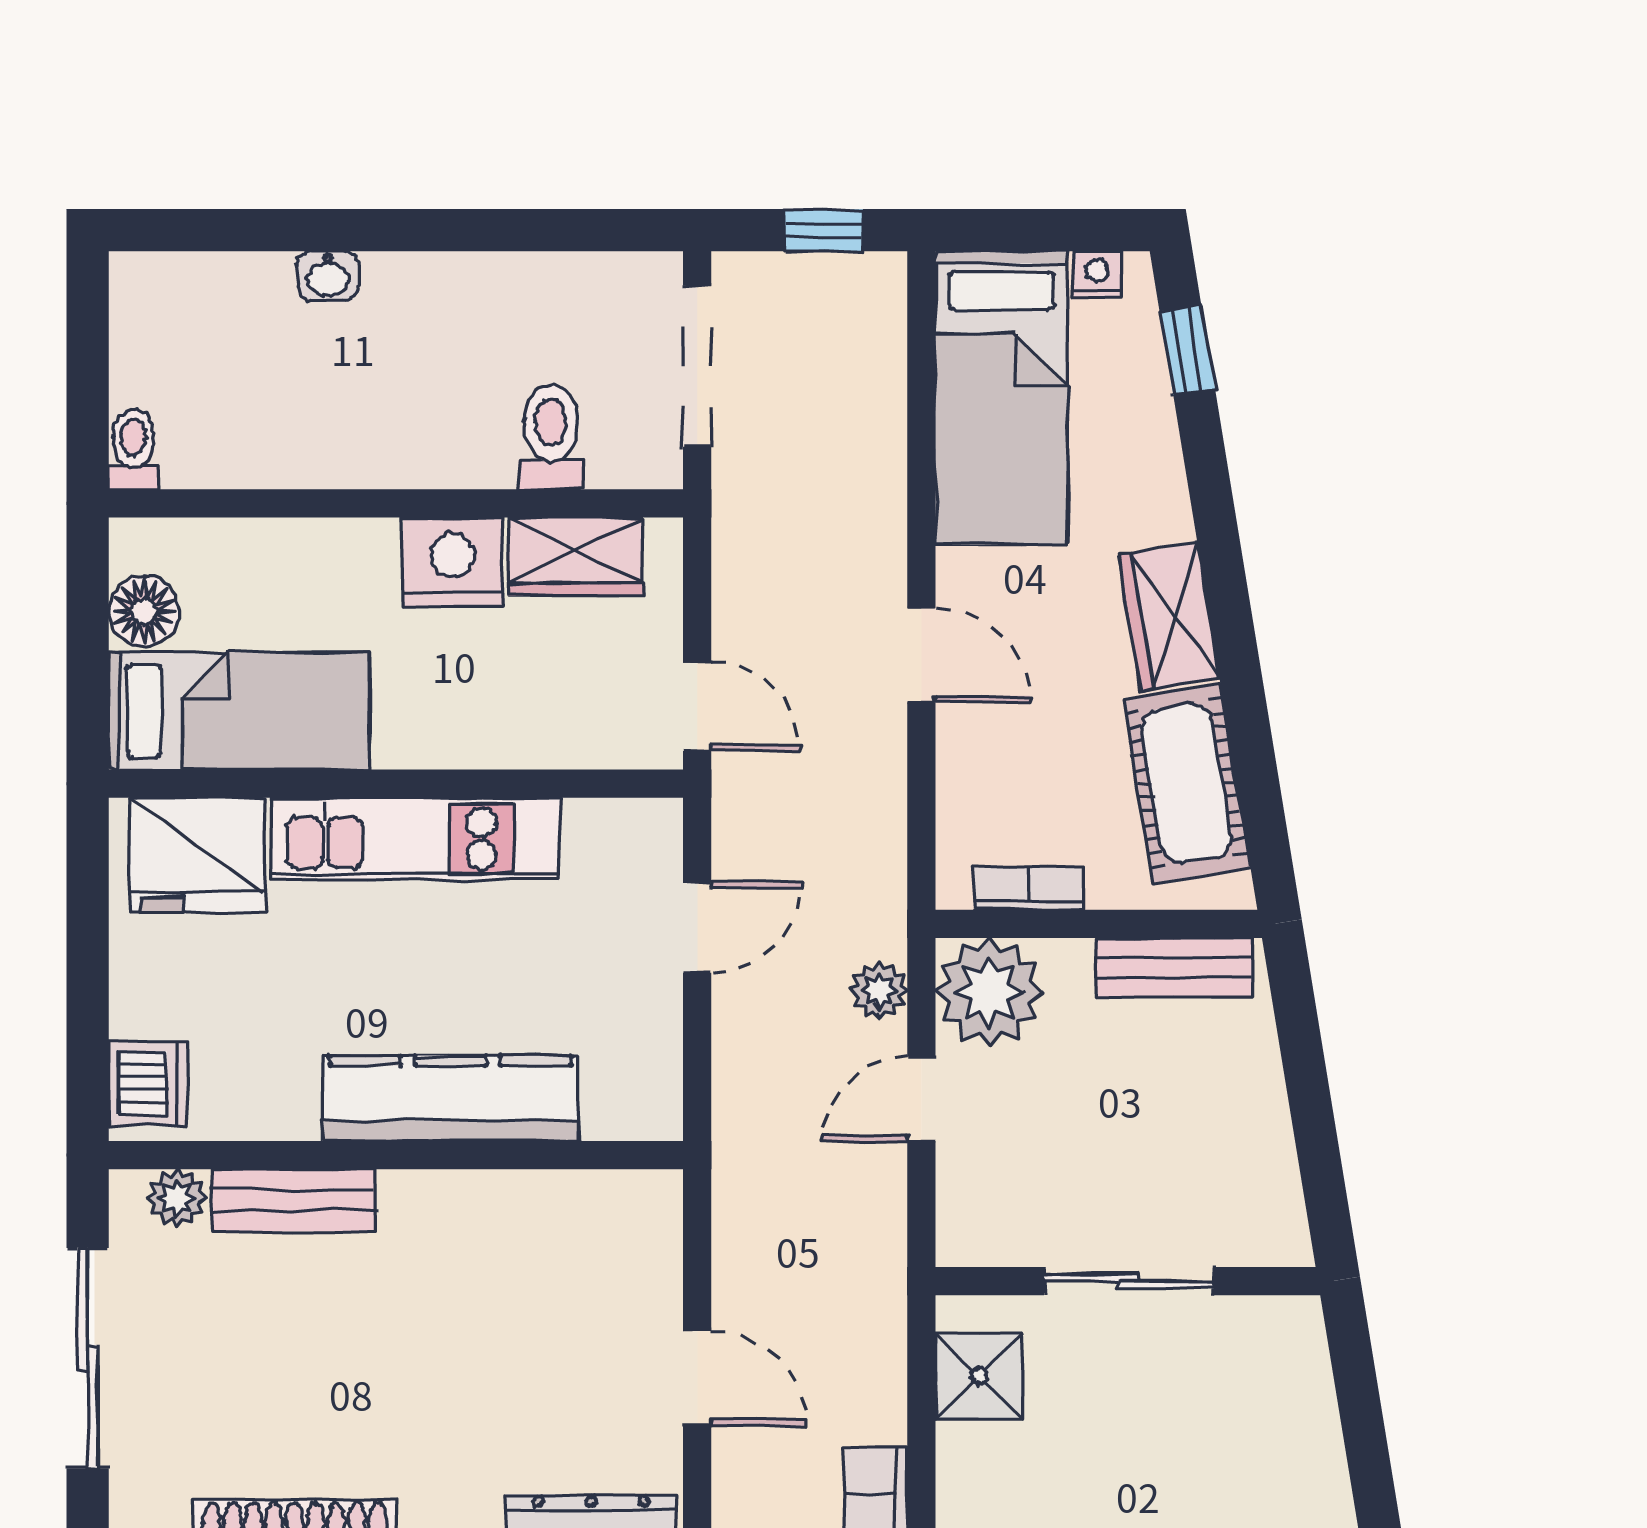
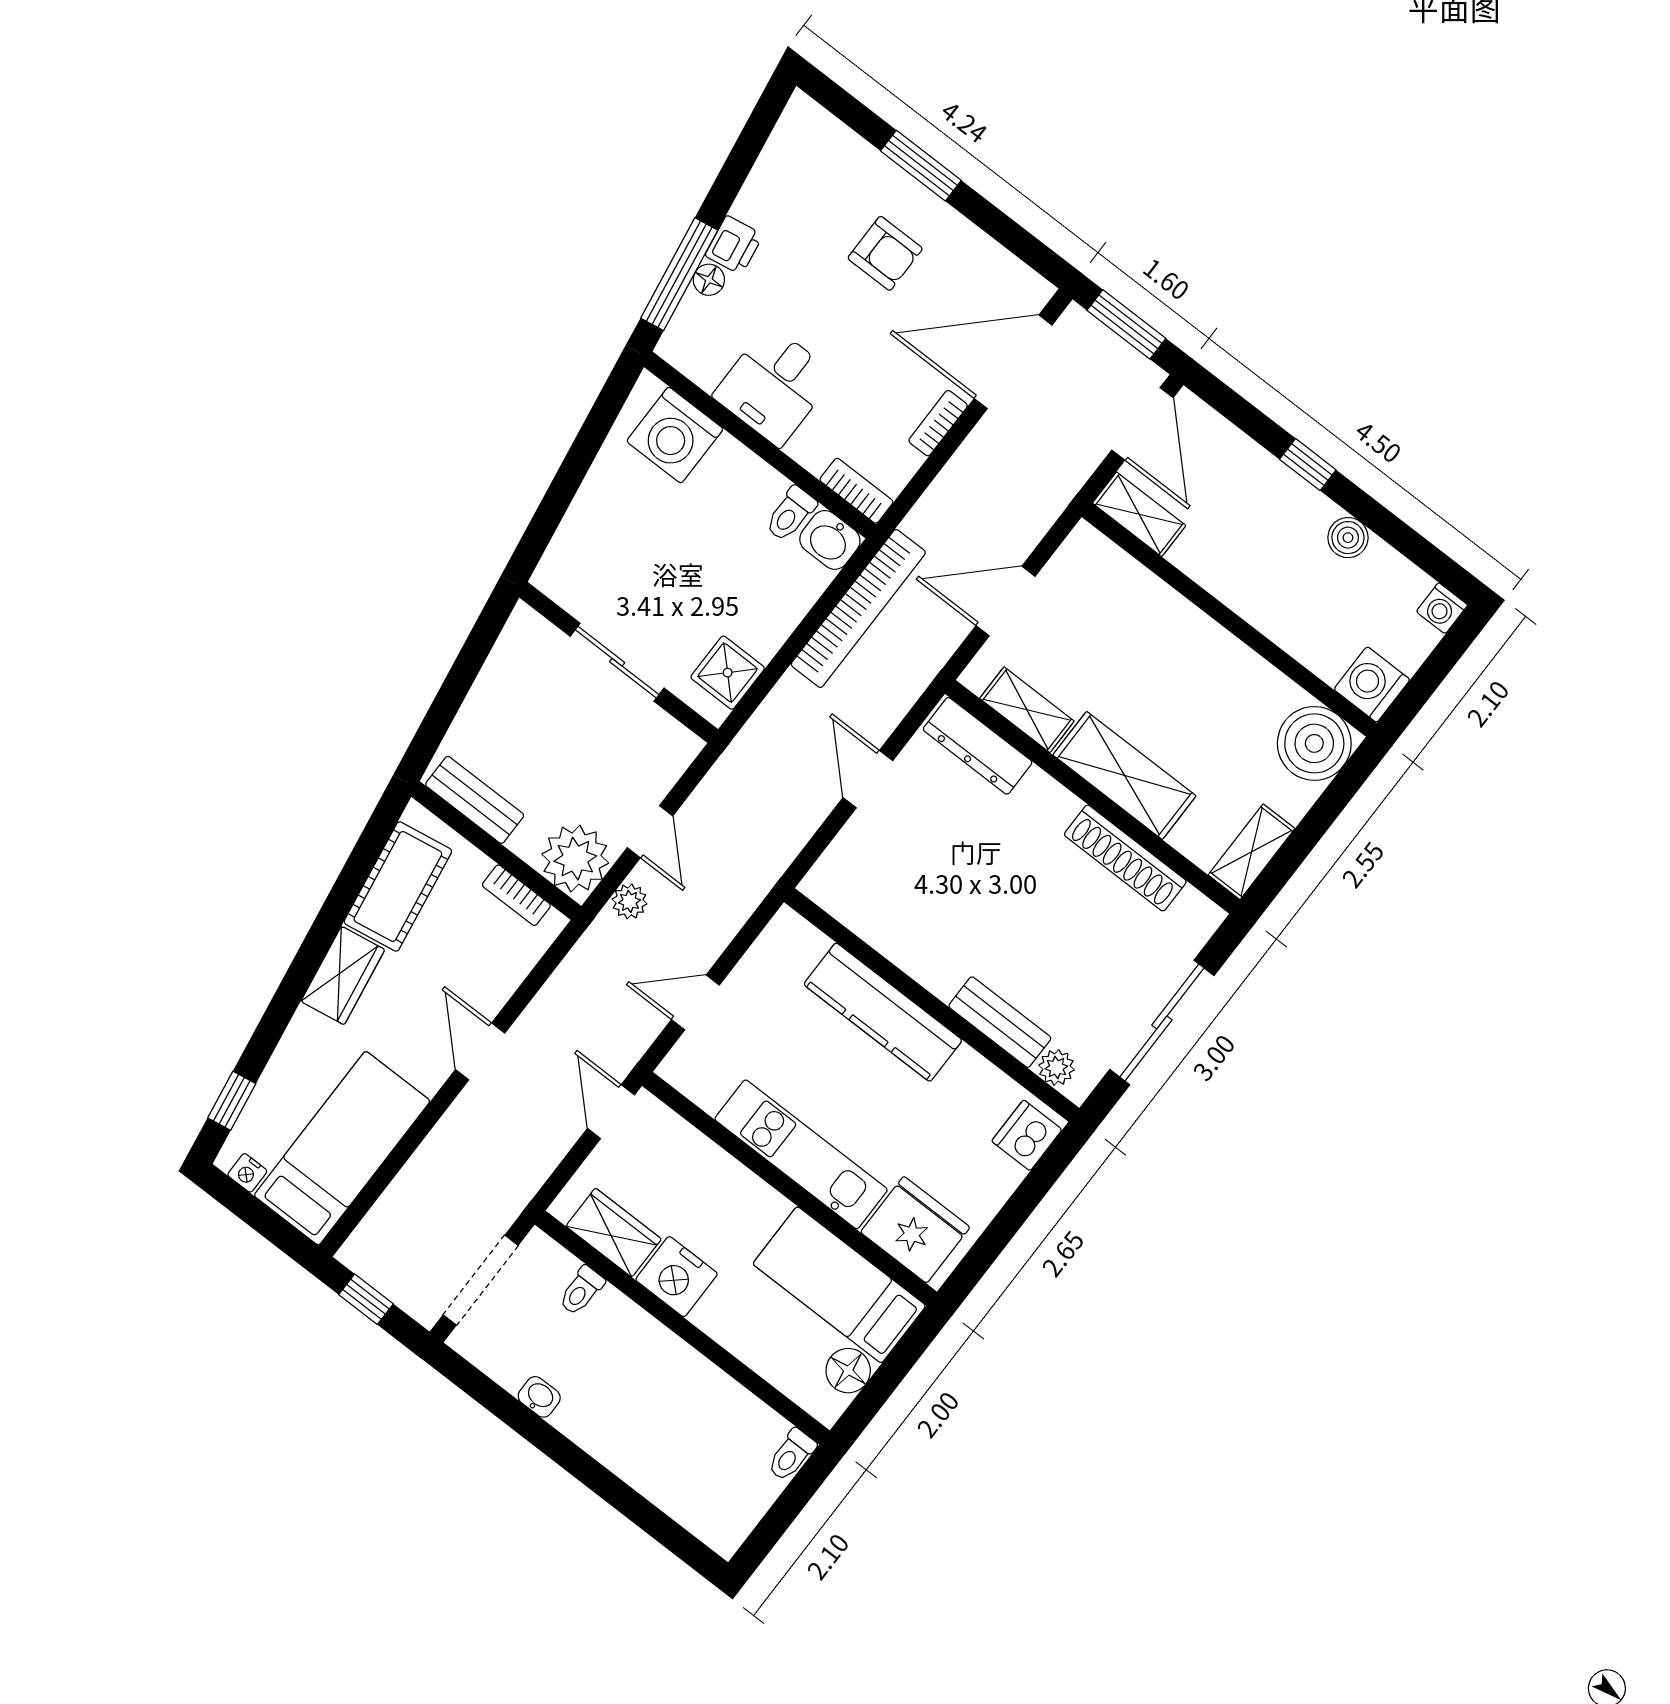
washbasin: (328, 276) -> (539, 1397), moved
toilet: (551, 437) -> (581, 1291), width x0.73, depth x0.72
door: (921, 1099) -> (650, 832), hinge flipped

